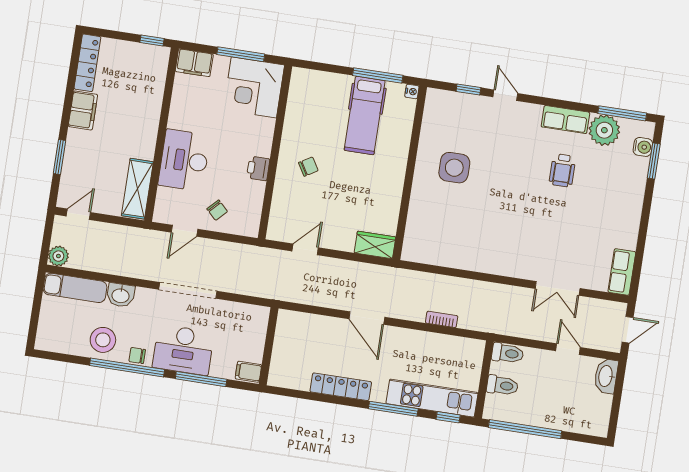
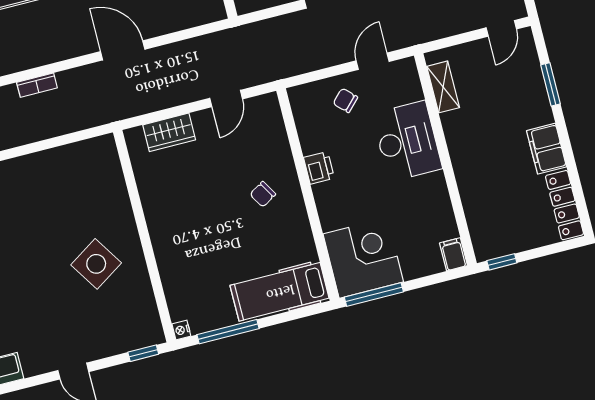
window: (241, 54) -> (374, 294), moved
filing cabinet: (194, 63) -> (453, 254), width x0.50
window: (468, 90) -> (143, 353), moved
hospital bed: (365, 115) -> (280, 292), moved, turned -90
side table: (454, 168) -> (96, 264), turned -33
shelving: (137, 189) -> (443, 87), width x0.67, depth x0.75
wardrobe: (375, 245) -> (169, 132), moved

